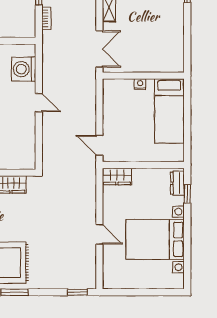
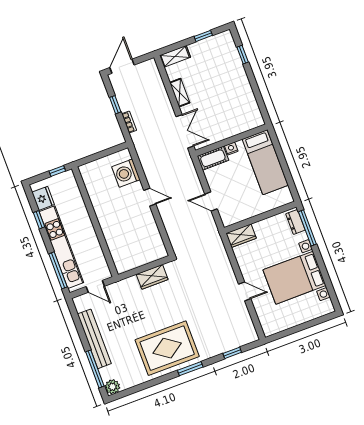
cot: (118, 87) -> (213, 158), added
door: (99, 145) -> (211, 201), moved
window: (187, 194) -> (307, 228), width x2.17
window: (77, 292) -> (232, 353), moved

